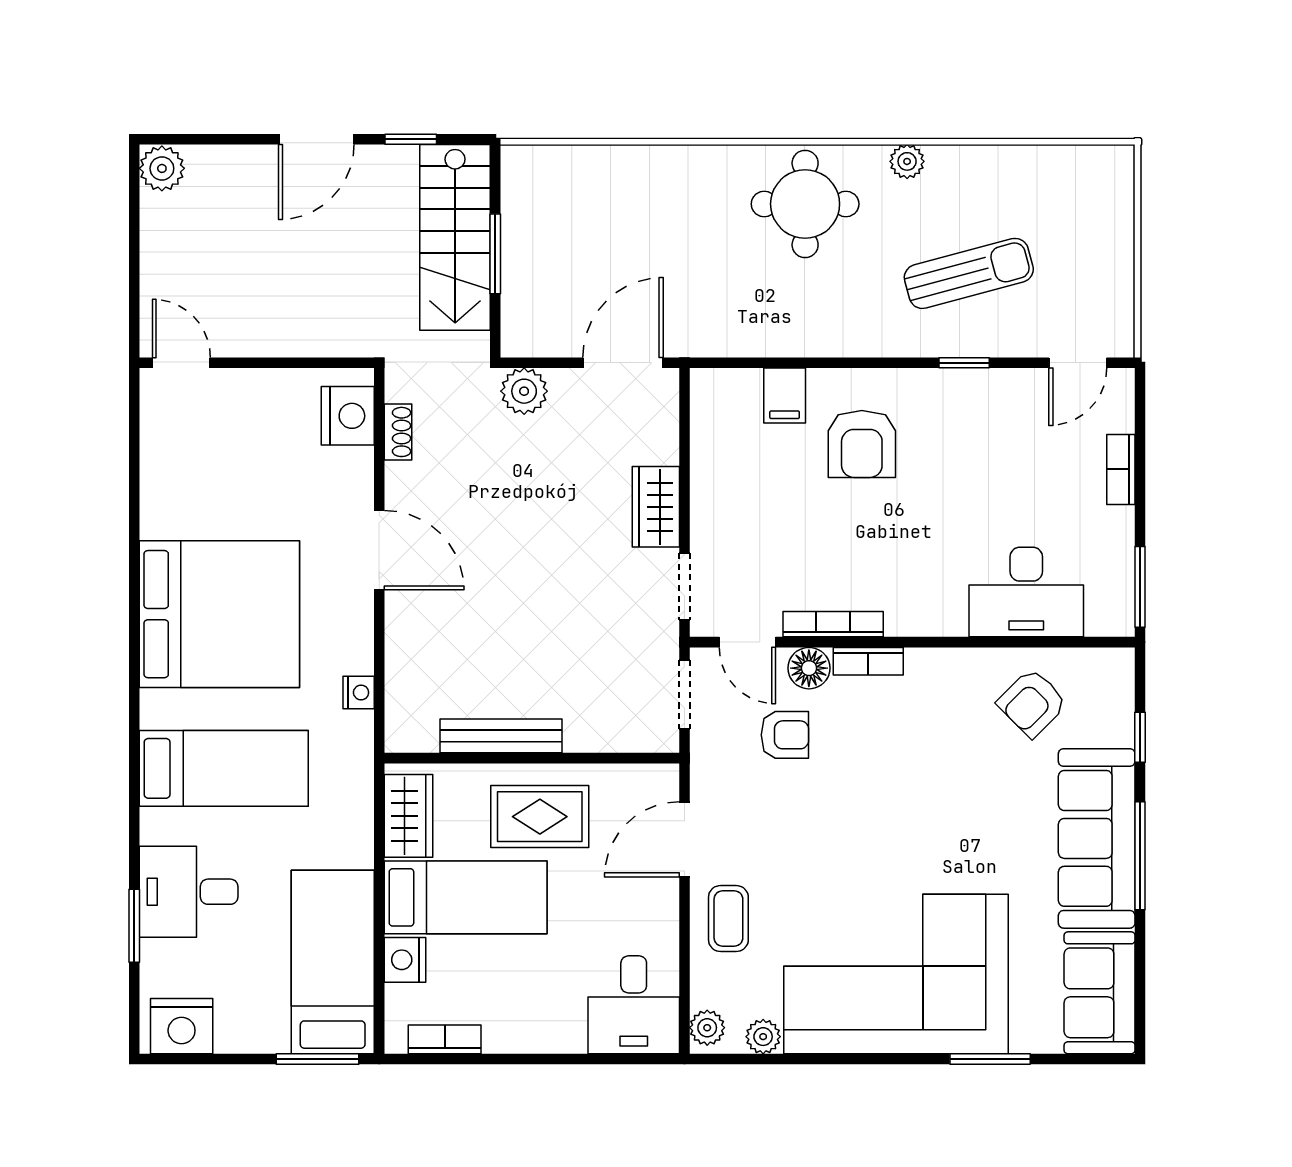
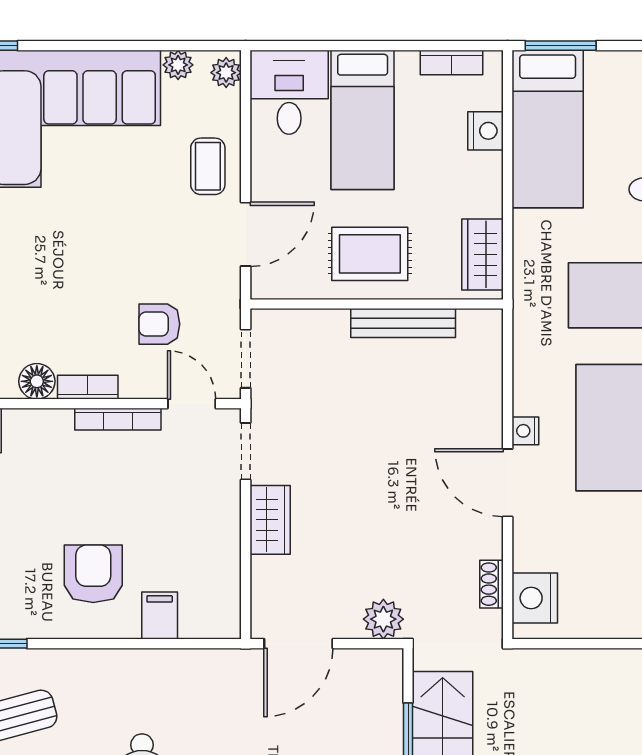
floor lamp: (809, 668) -> (37, 381), moved
nightstand: (359, 693) -> (525, 431), moved
bed: (466, 897) -> (363, 120), moved, turned -90

